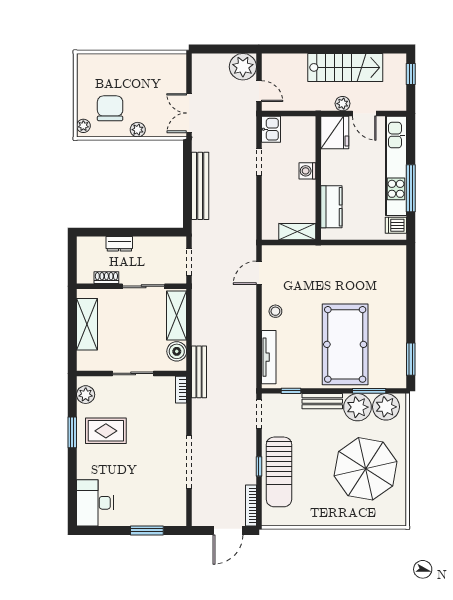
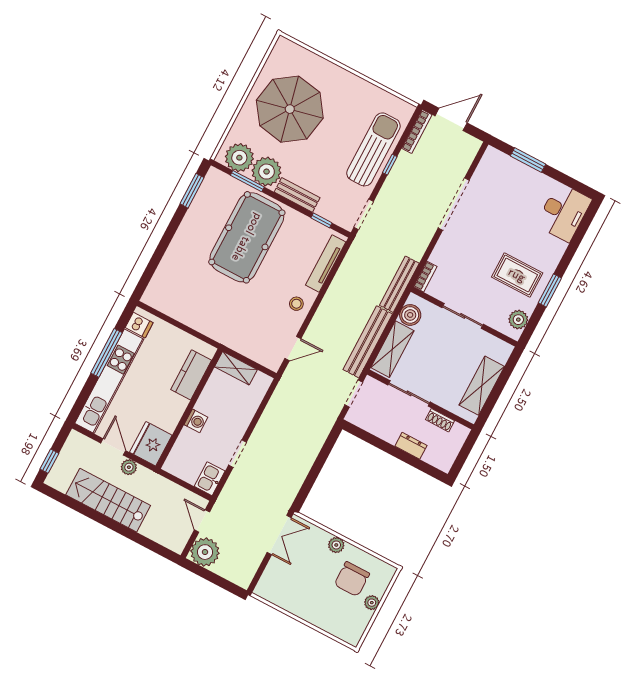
plant: (83, 126) -> (372, 603), moved
bench: (200, 186) -> (368, 342), moved

